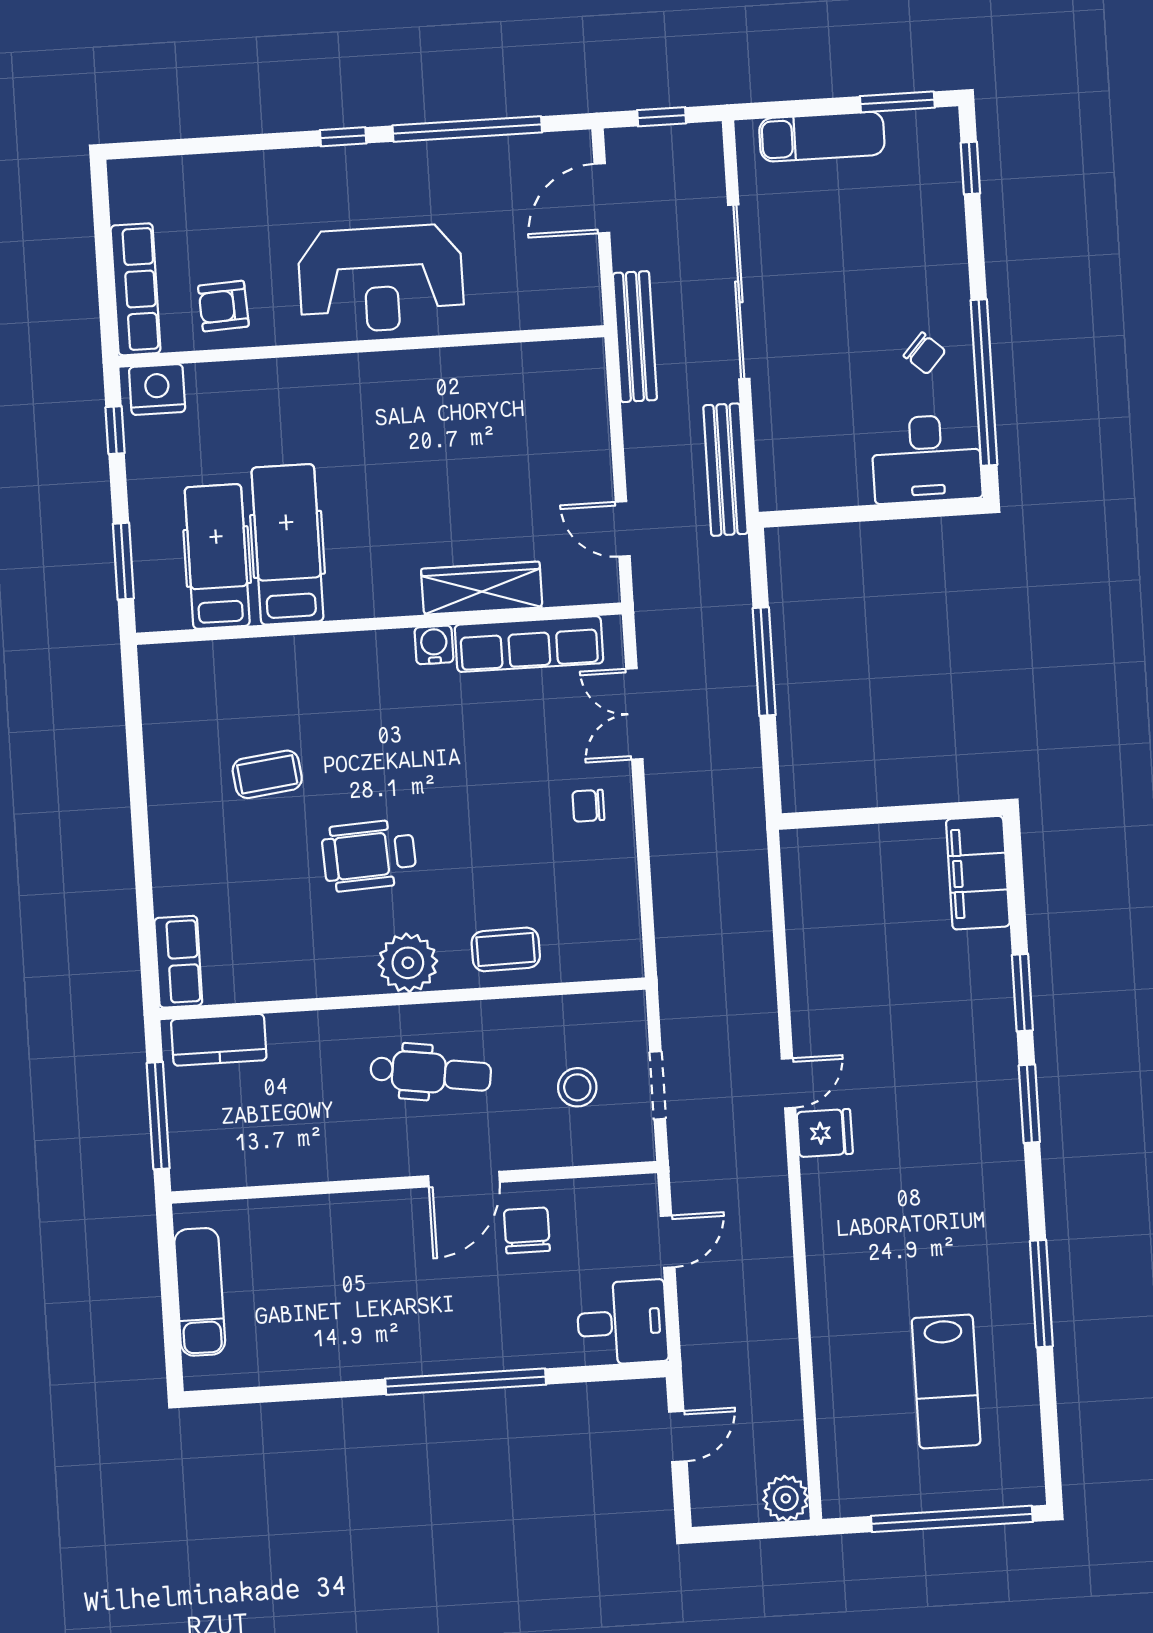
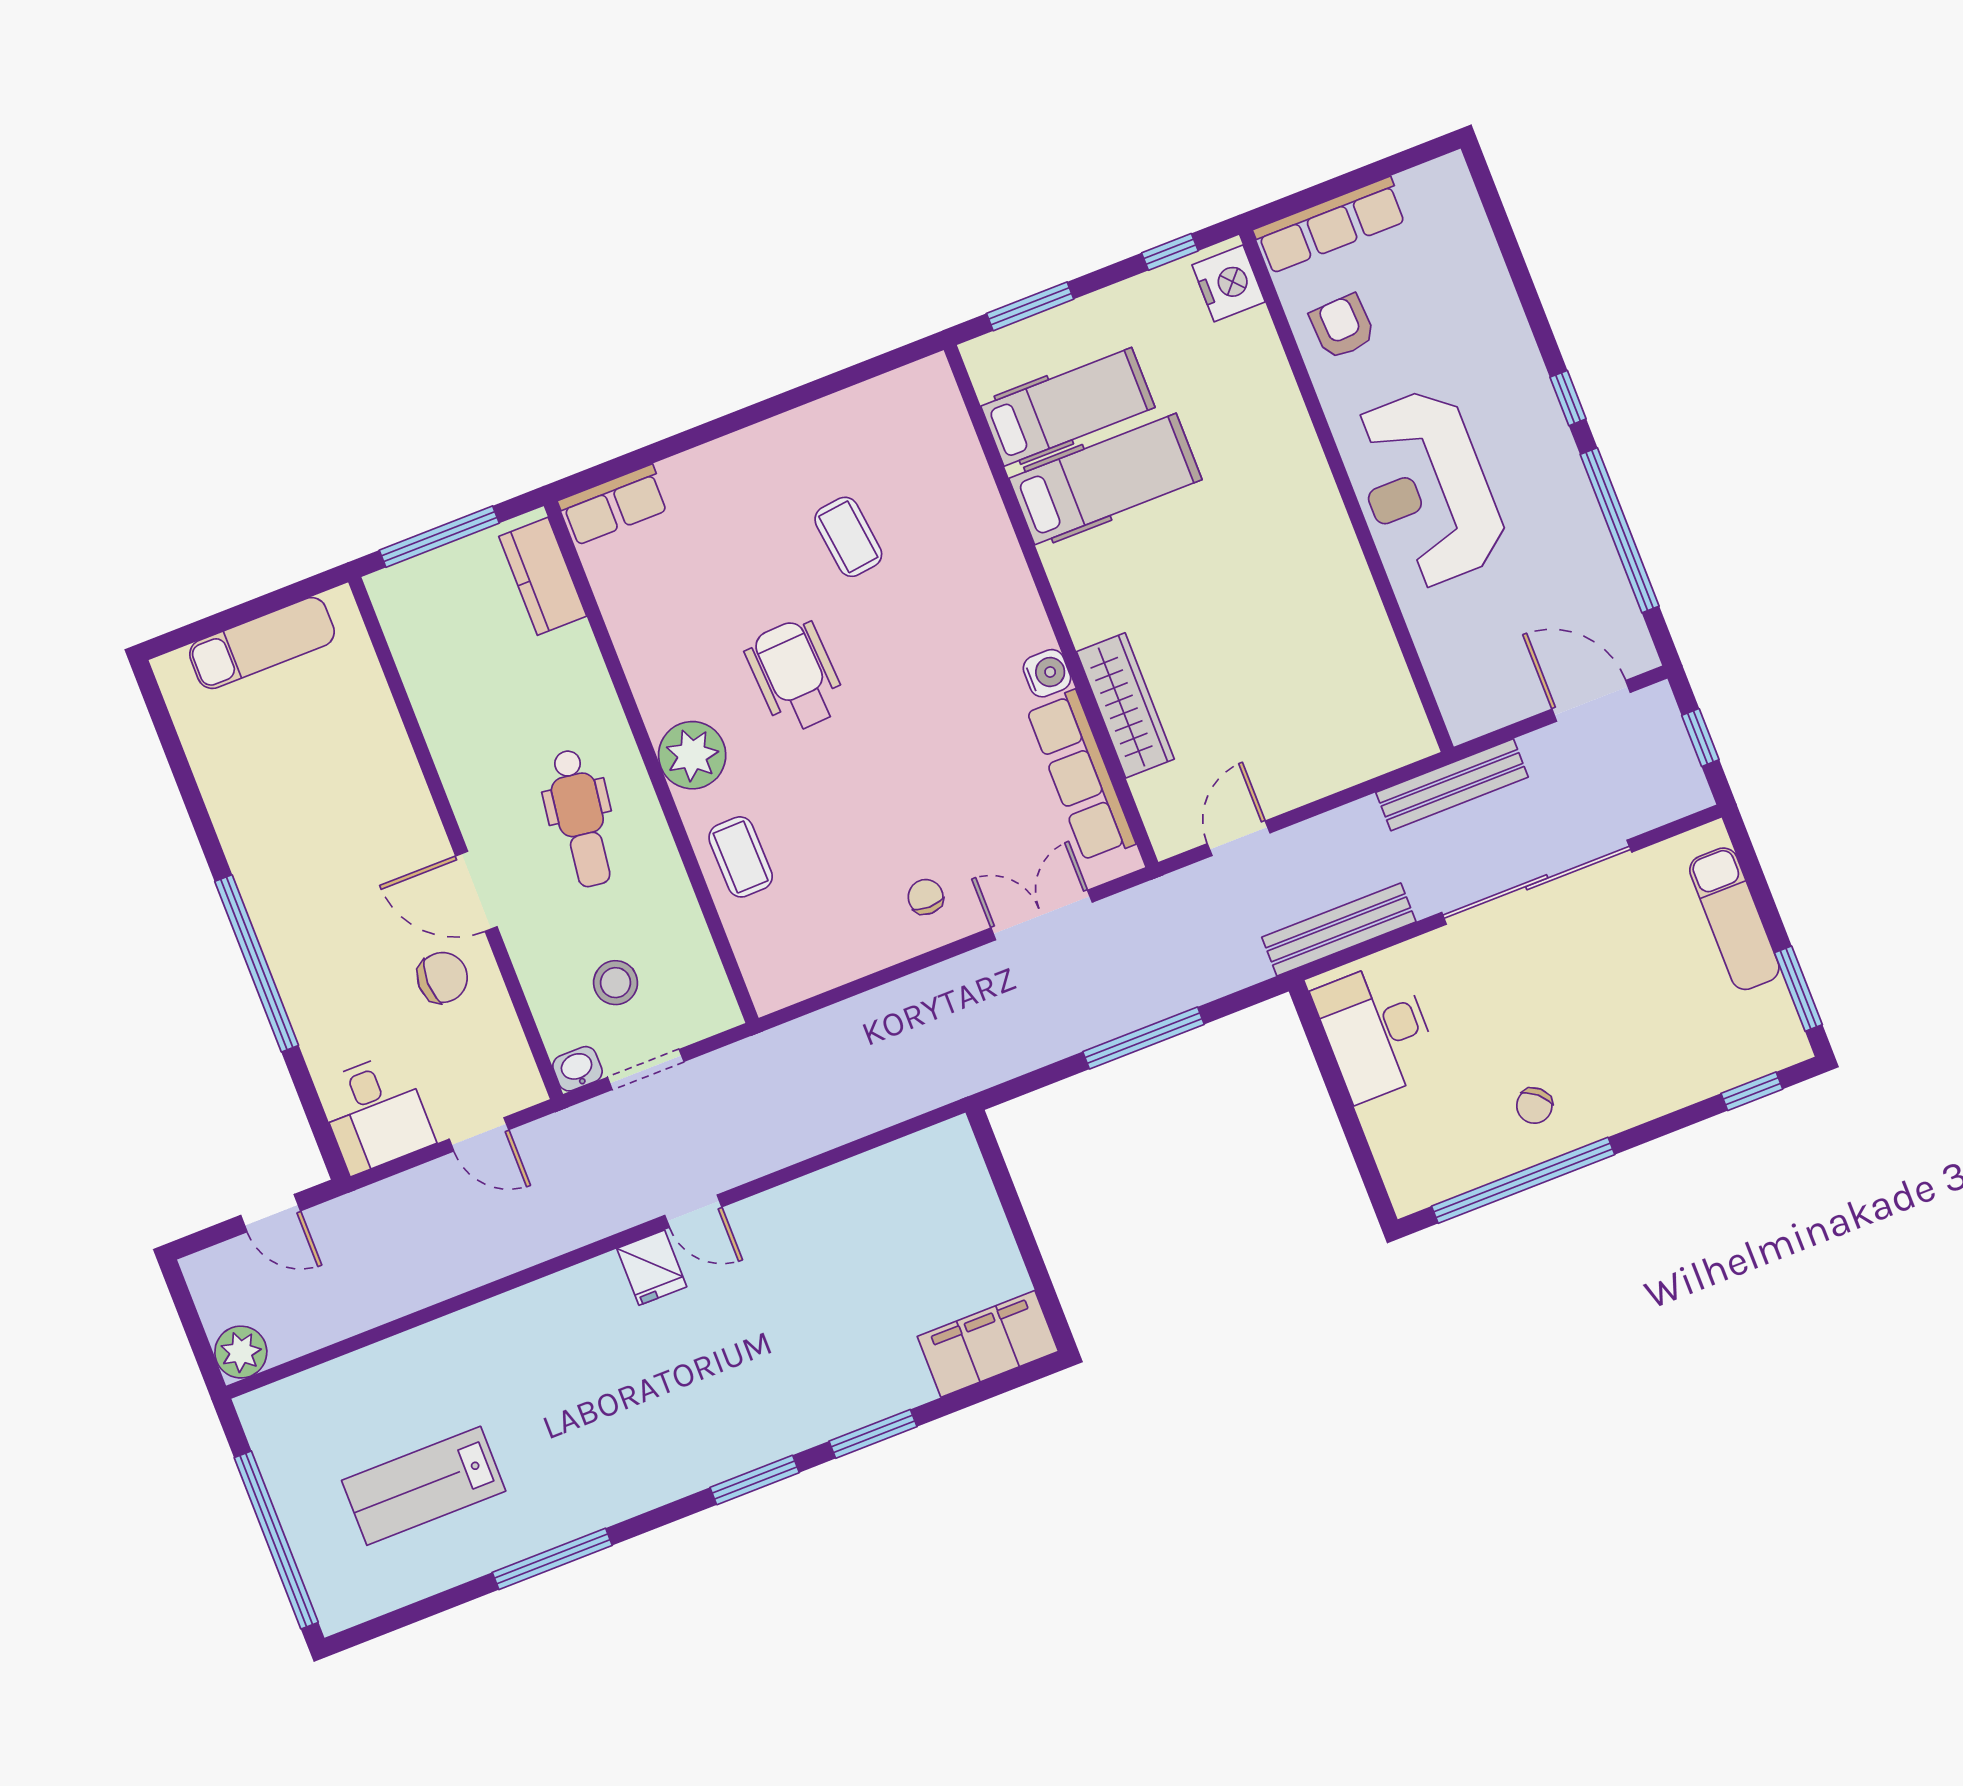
desk: (927, 459) -> (1376, 1031), moved
washbasin: (639, 1142) -> (577, 1069), added

